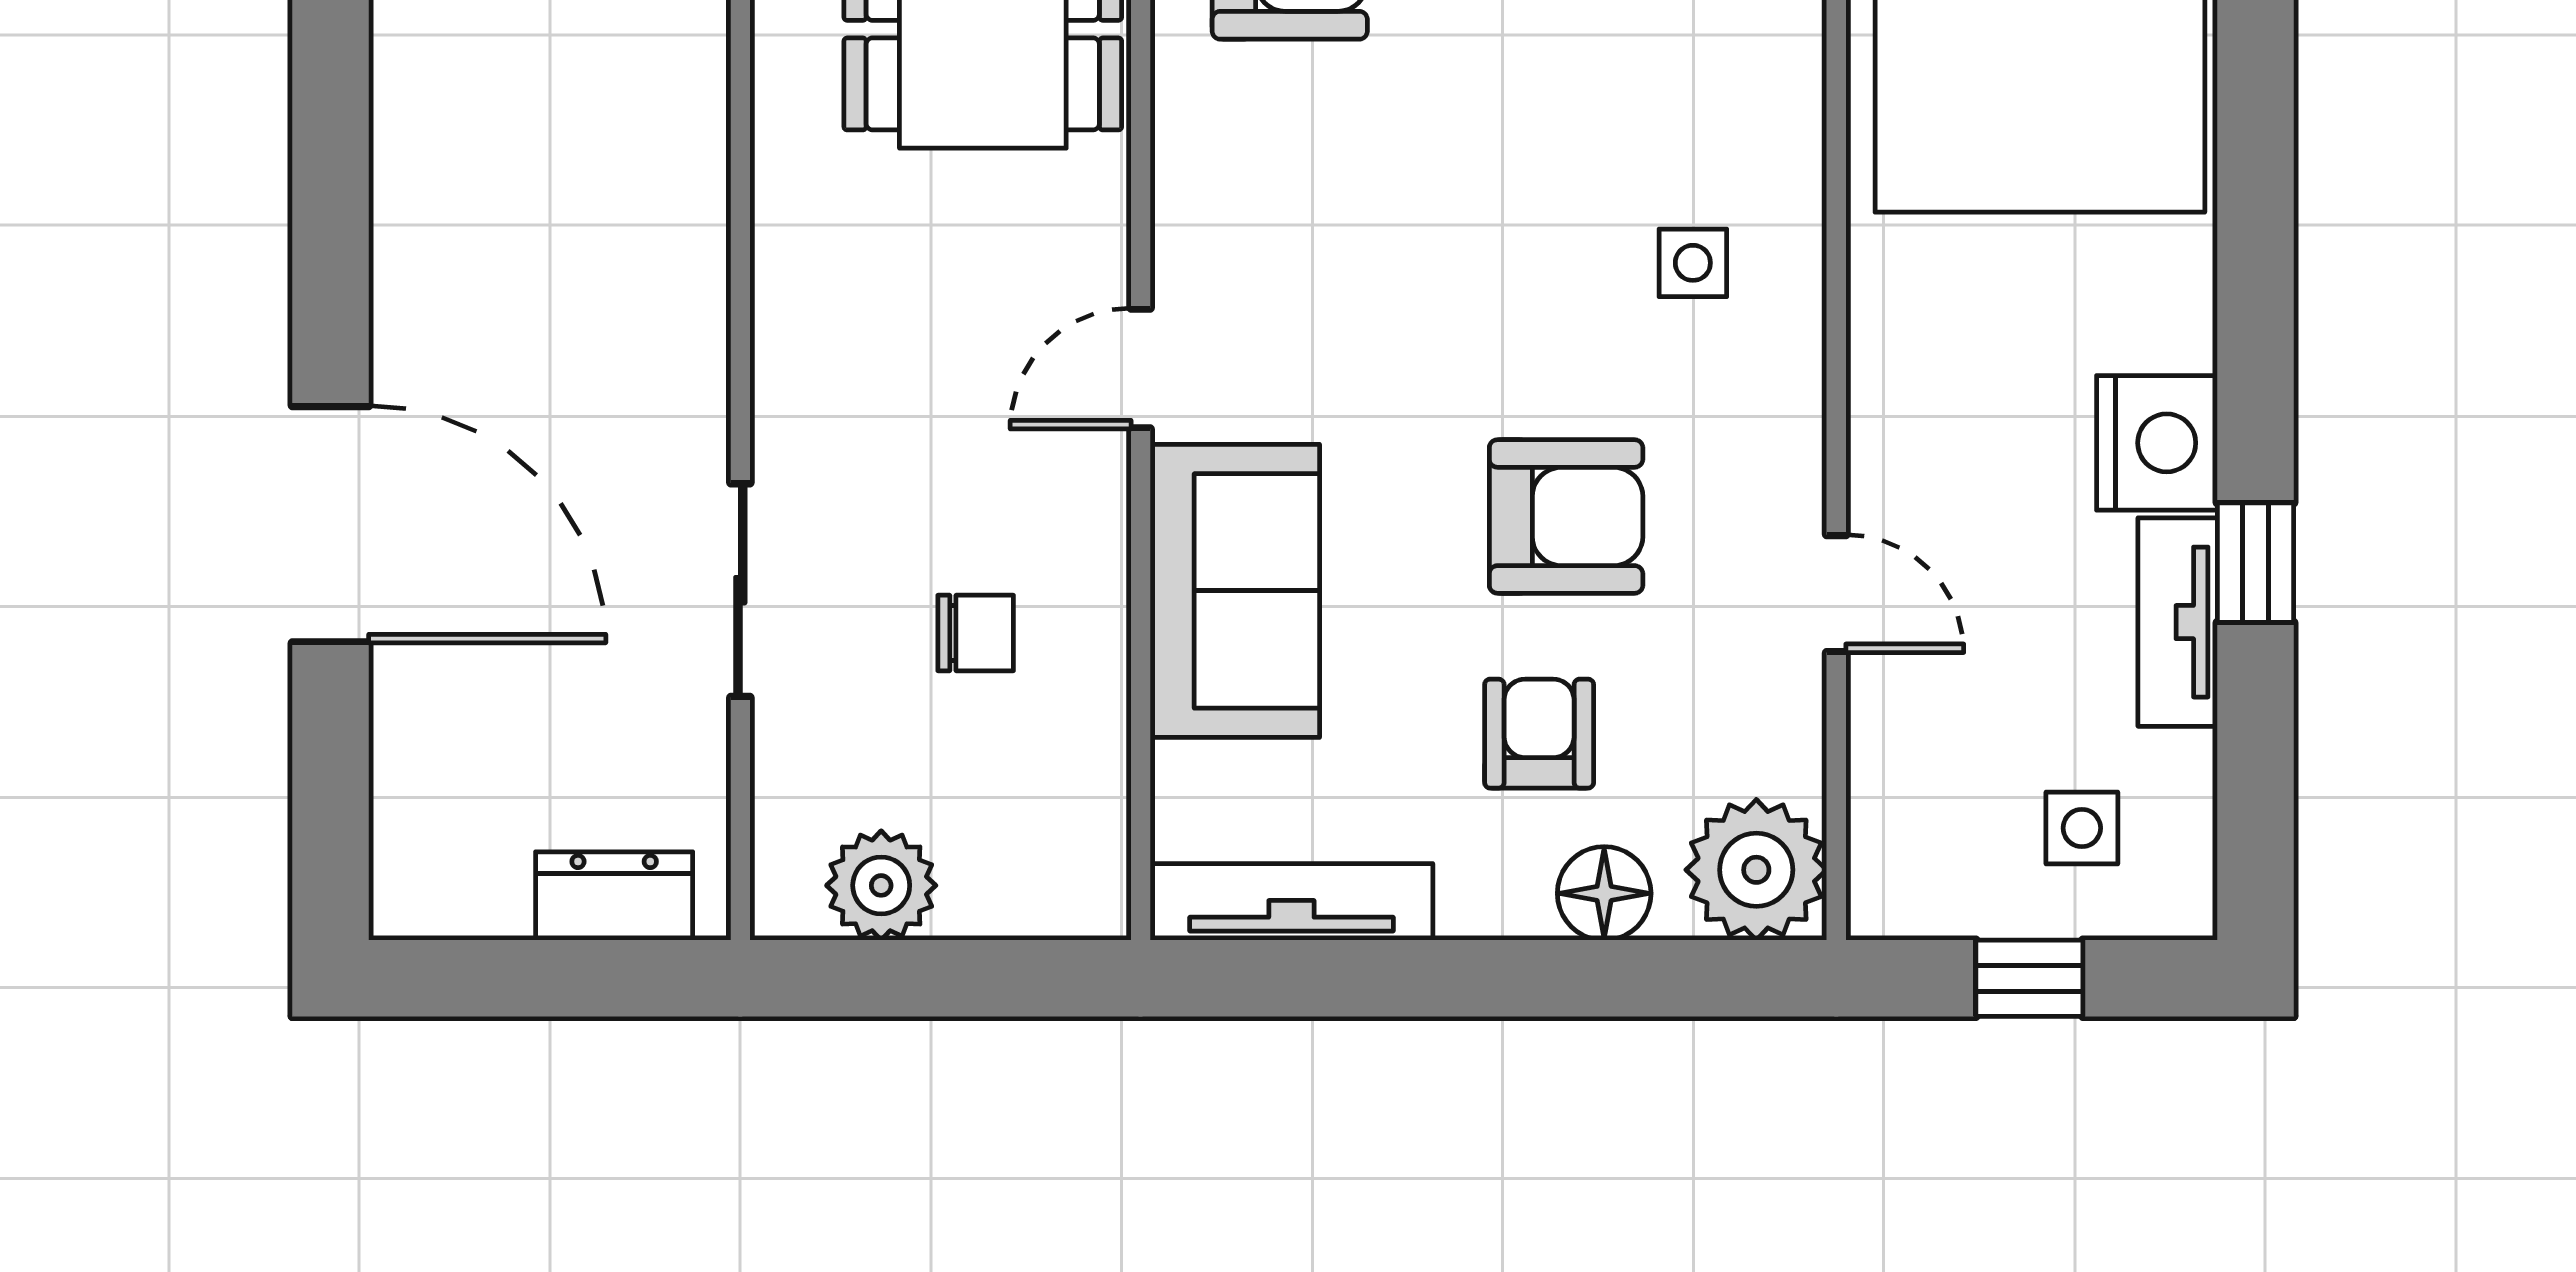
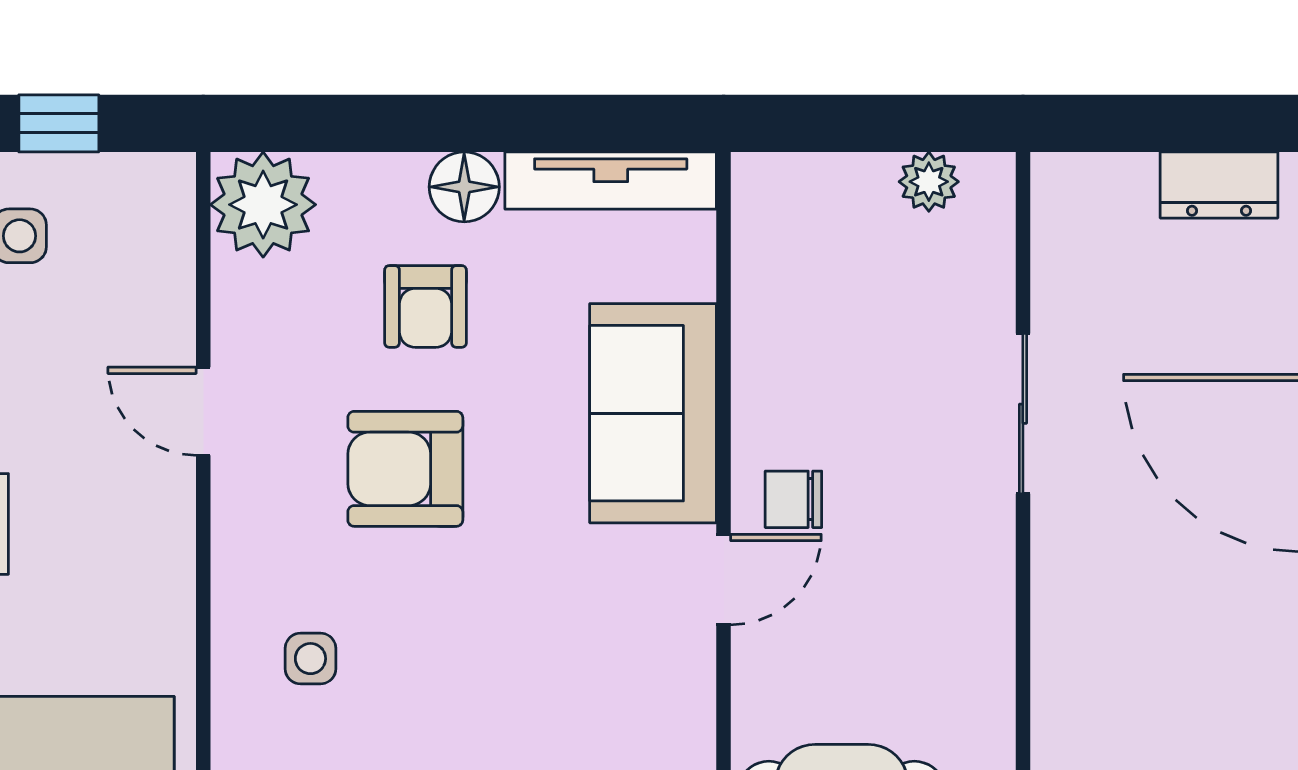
chair: (976, 633) -> (793, 499), moved
plant: (881, 885) -> (929, 182), width x0.73, depth x0.73
floor lamp: (1604, 893) -> (464, 187), moved
dresser: (614, 896) -> (1219, 185), moved

